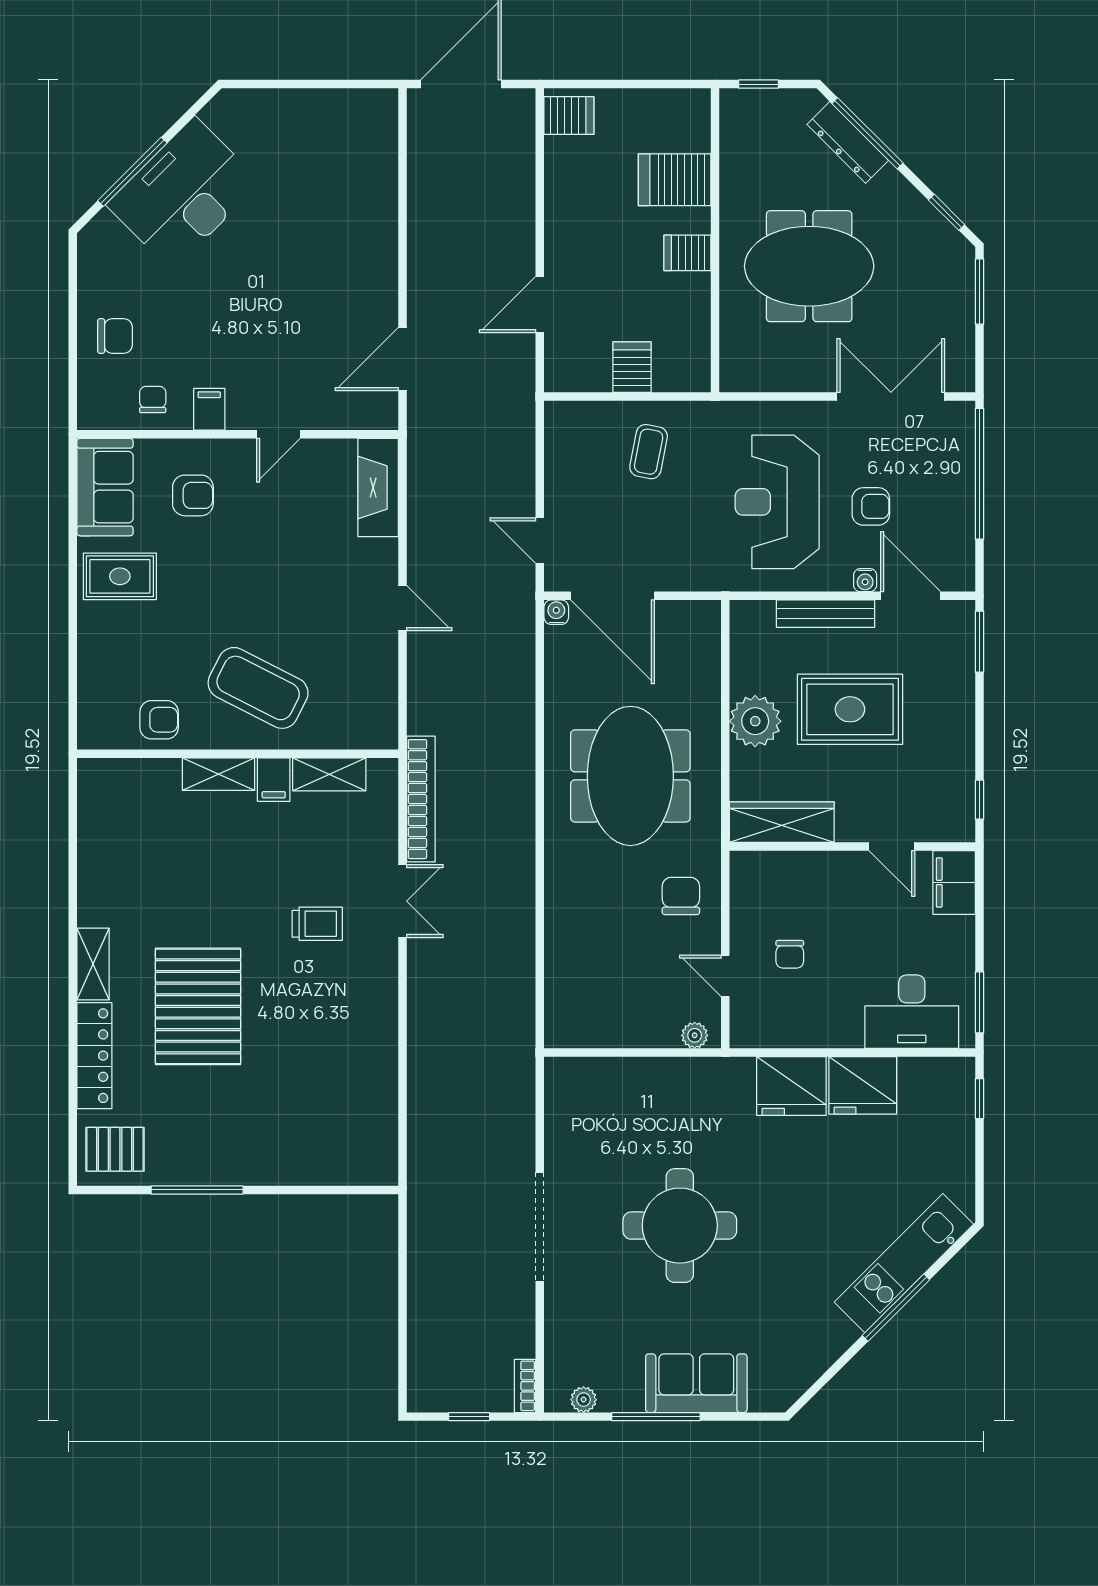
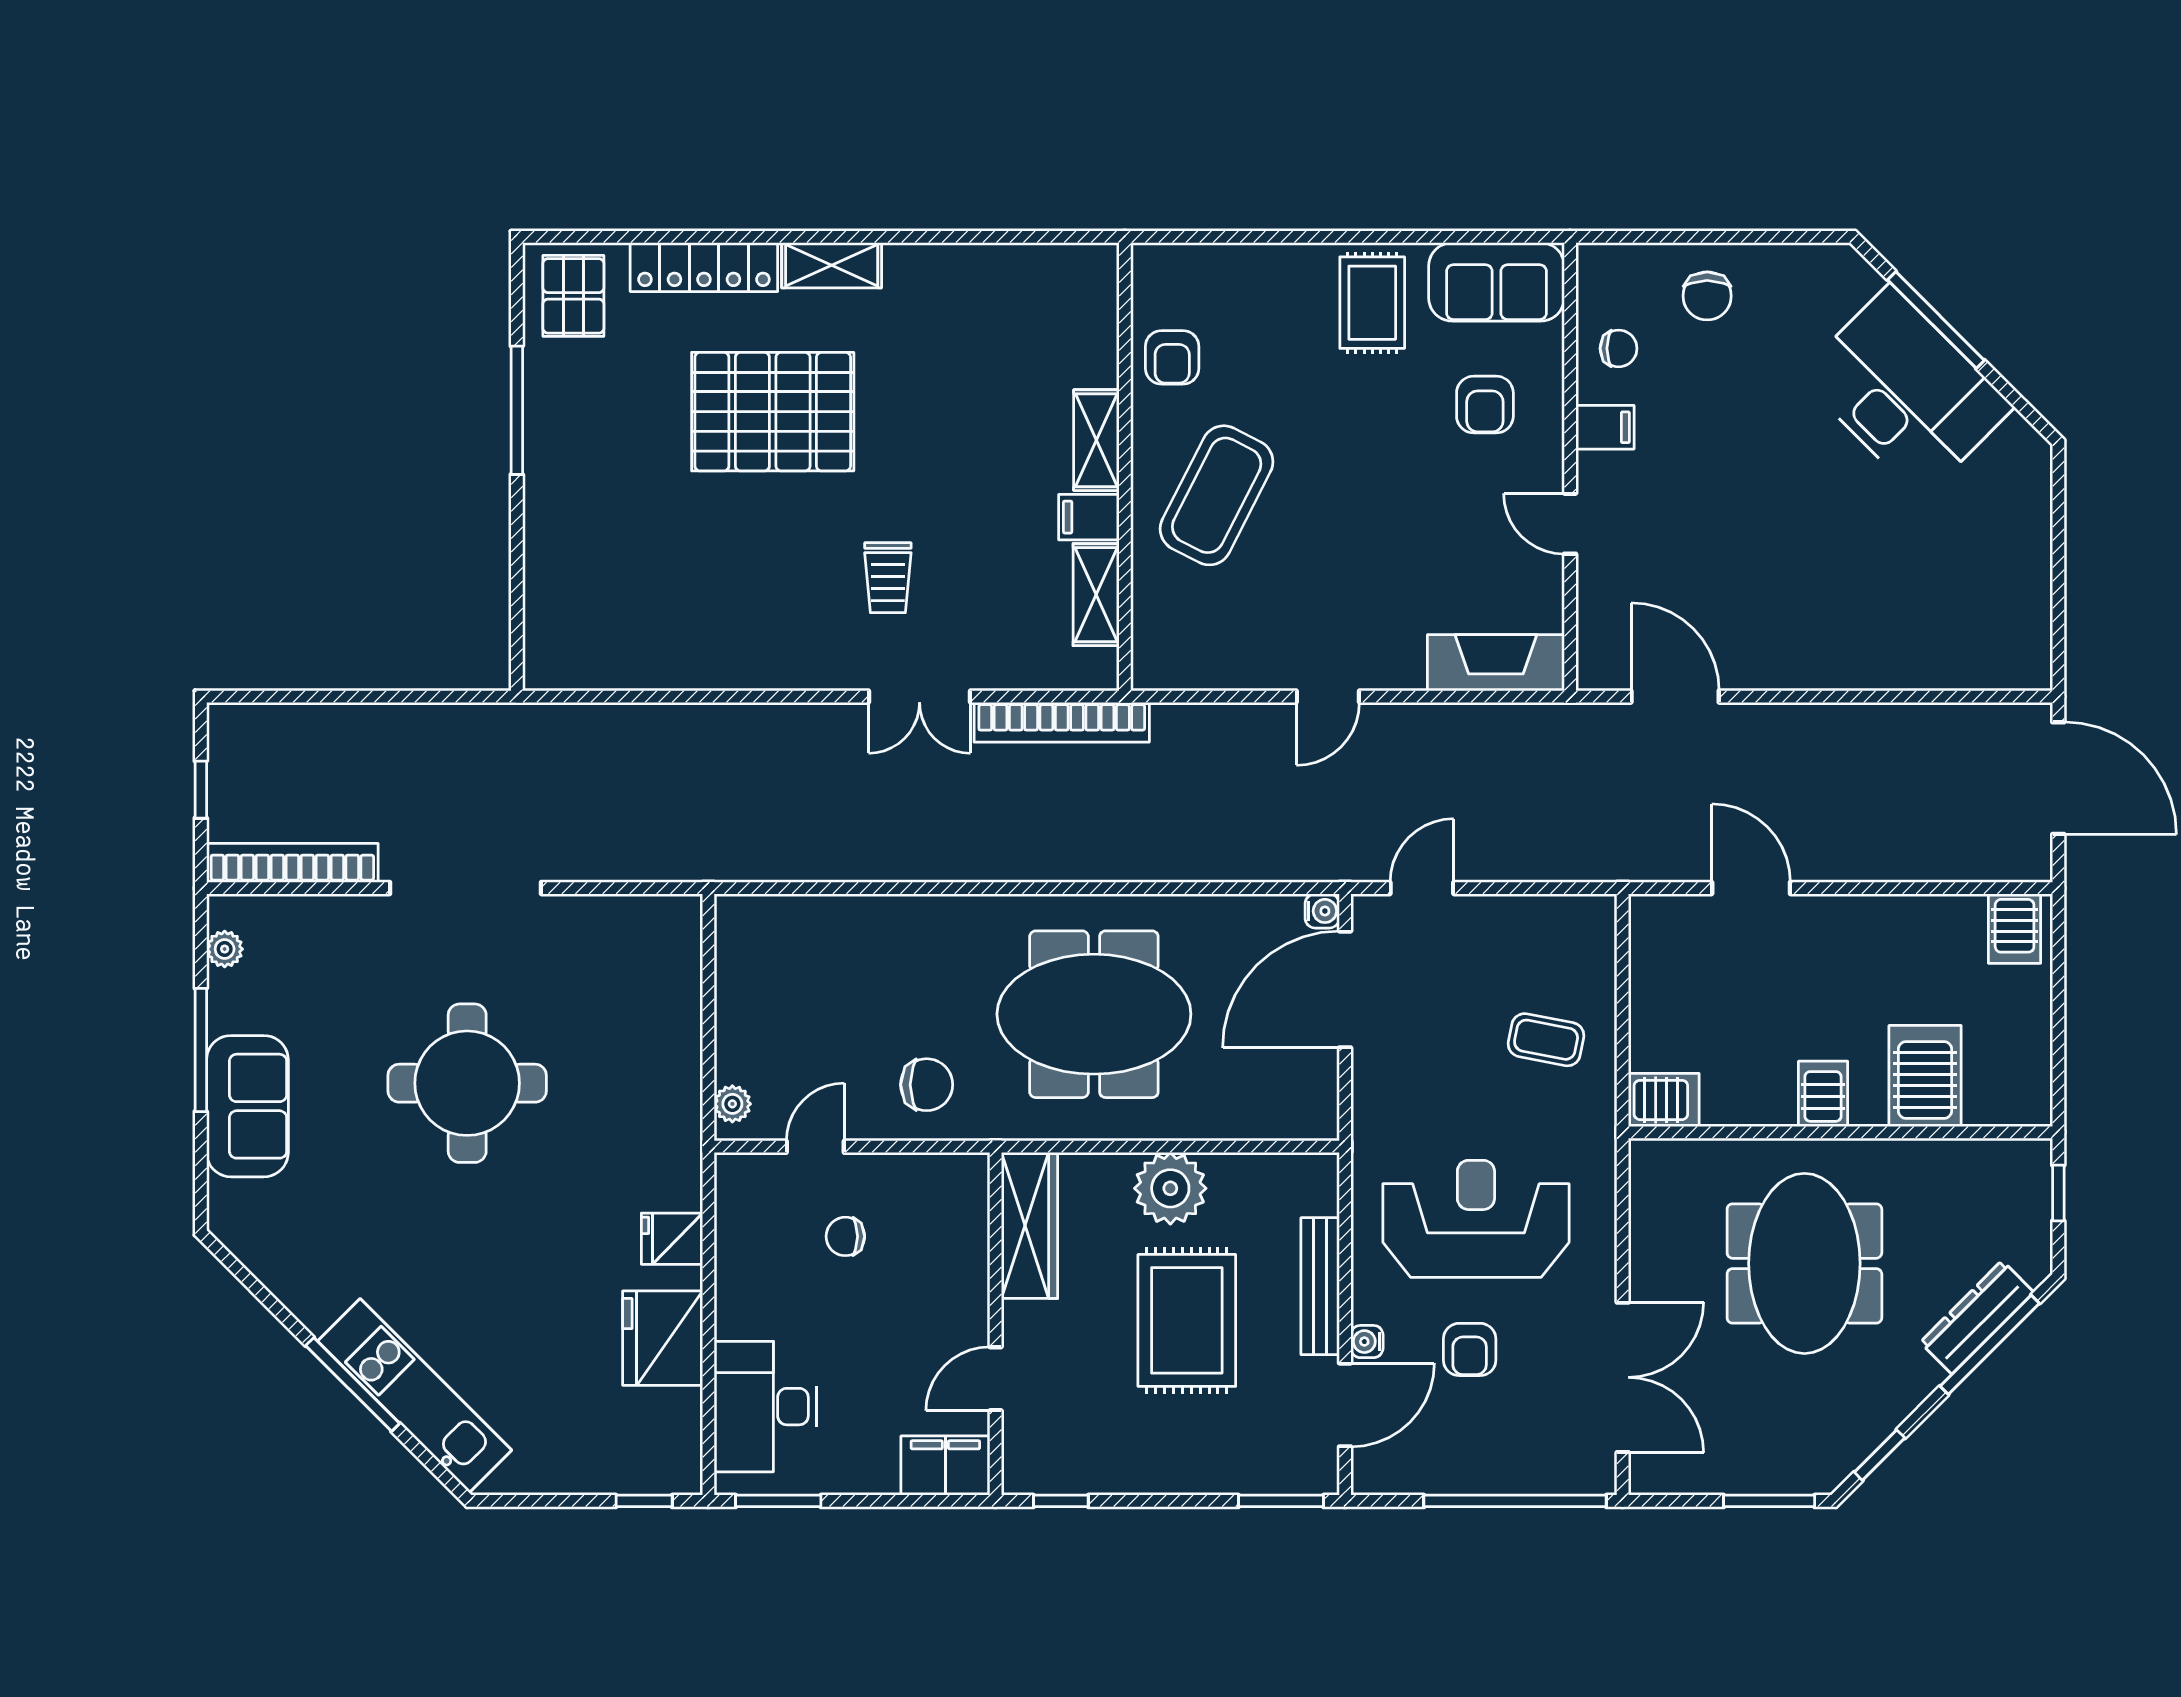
server rack: (632, 367) -> (1664, 1100), moved
fridge: (791, 1086) -> (672, 1239), width x0.53, depth x0.75
bookcase: (525, 1386) -> (292, 863), width x2.31, depth x1.31

